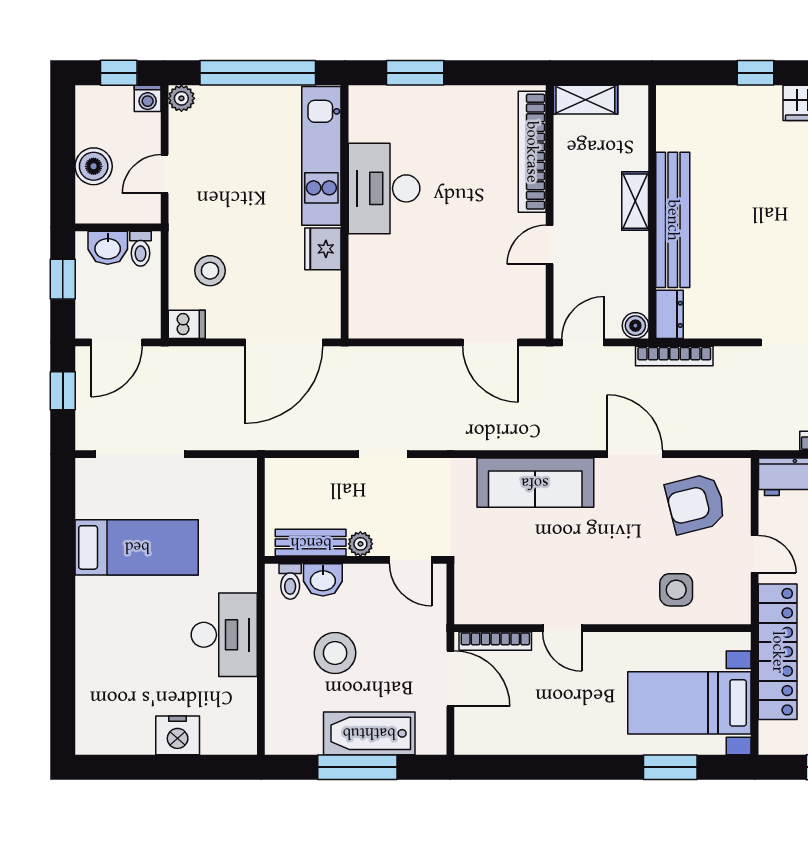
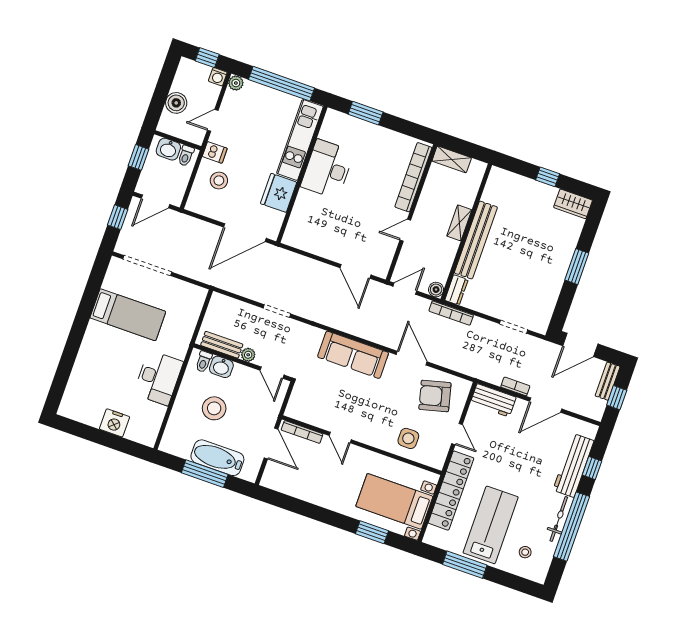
fridge: (323, 249) -> (279, 193), width x1.36, depth x1.34
dishwasher: (187, 324) -> (215, 152), moved

